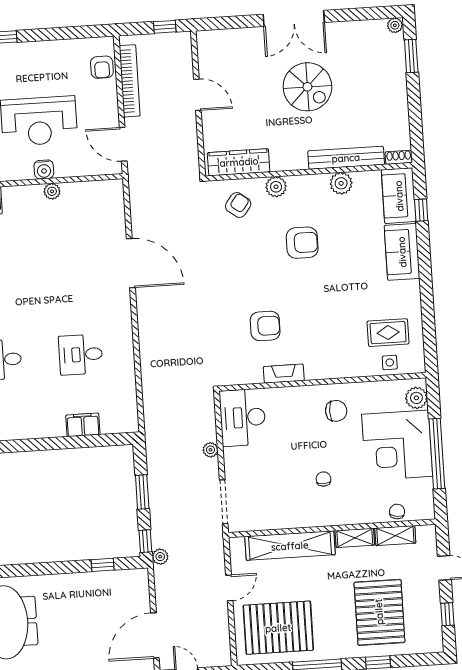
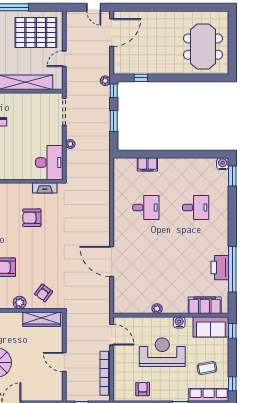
armchair: (102, 67) -> (143, 389), moved
water cooler: (44, 169) -> (179, 322), moved
fireplace: (284, 374) -> (45, 188), moved

